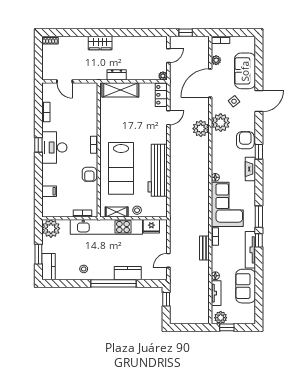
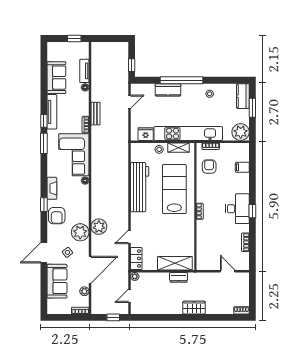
armchair: (89, 174) -> (209, 167), moved
plant: (221, 318) -> (80, 48), removed

